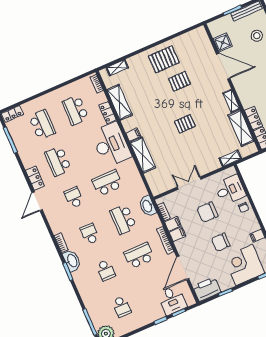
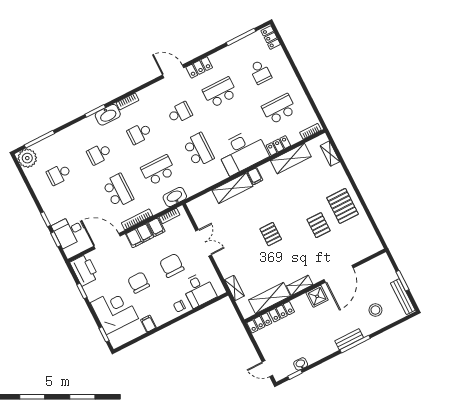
shower: (223, 43) -> (317, 296), moved
school desk: (42, 125) -> (260, 72), width x0.54
school desk: (90, 234) -> (139, 133), turned 180
filing cabinet: (177, 234) -> (140, 236), width x2.00

